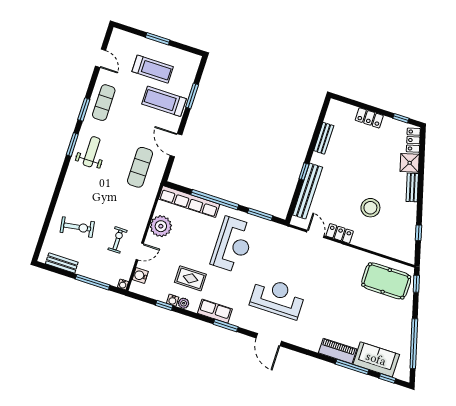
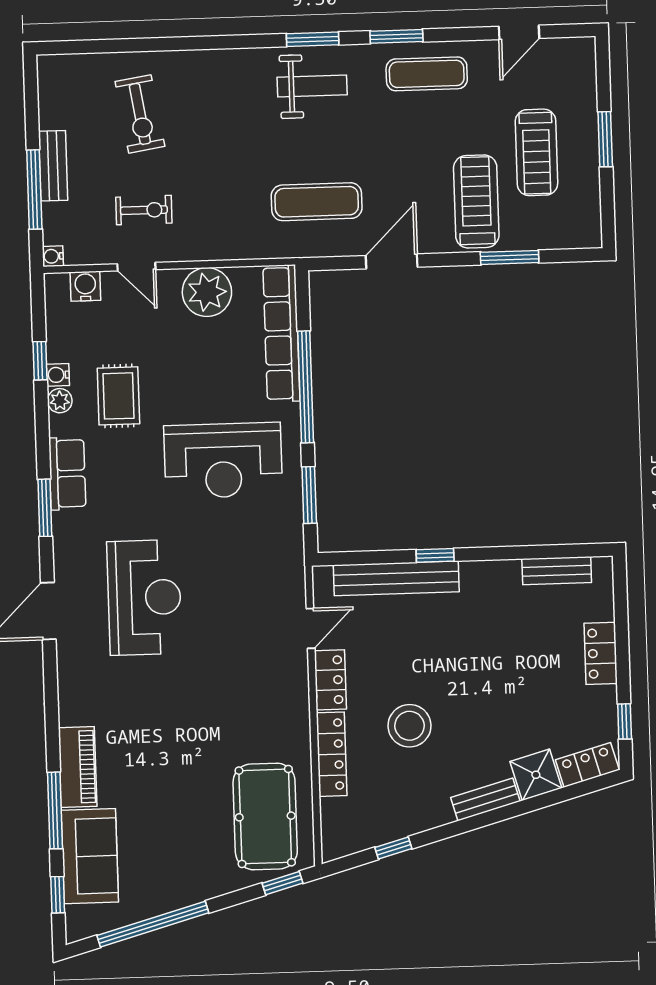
bench: (324, 138) -> (557, 571), moved
locker: (370, 244) -> (332, 754), added
bench: (62, 263) -> (53, 166), moved

